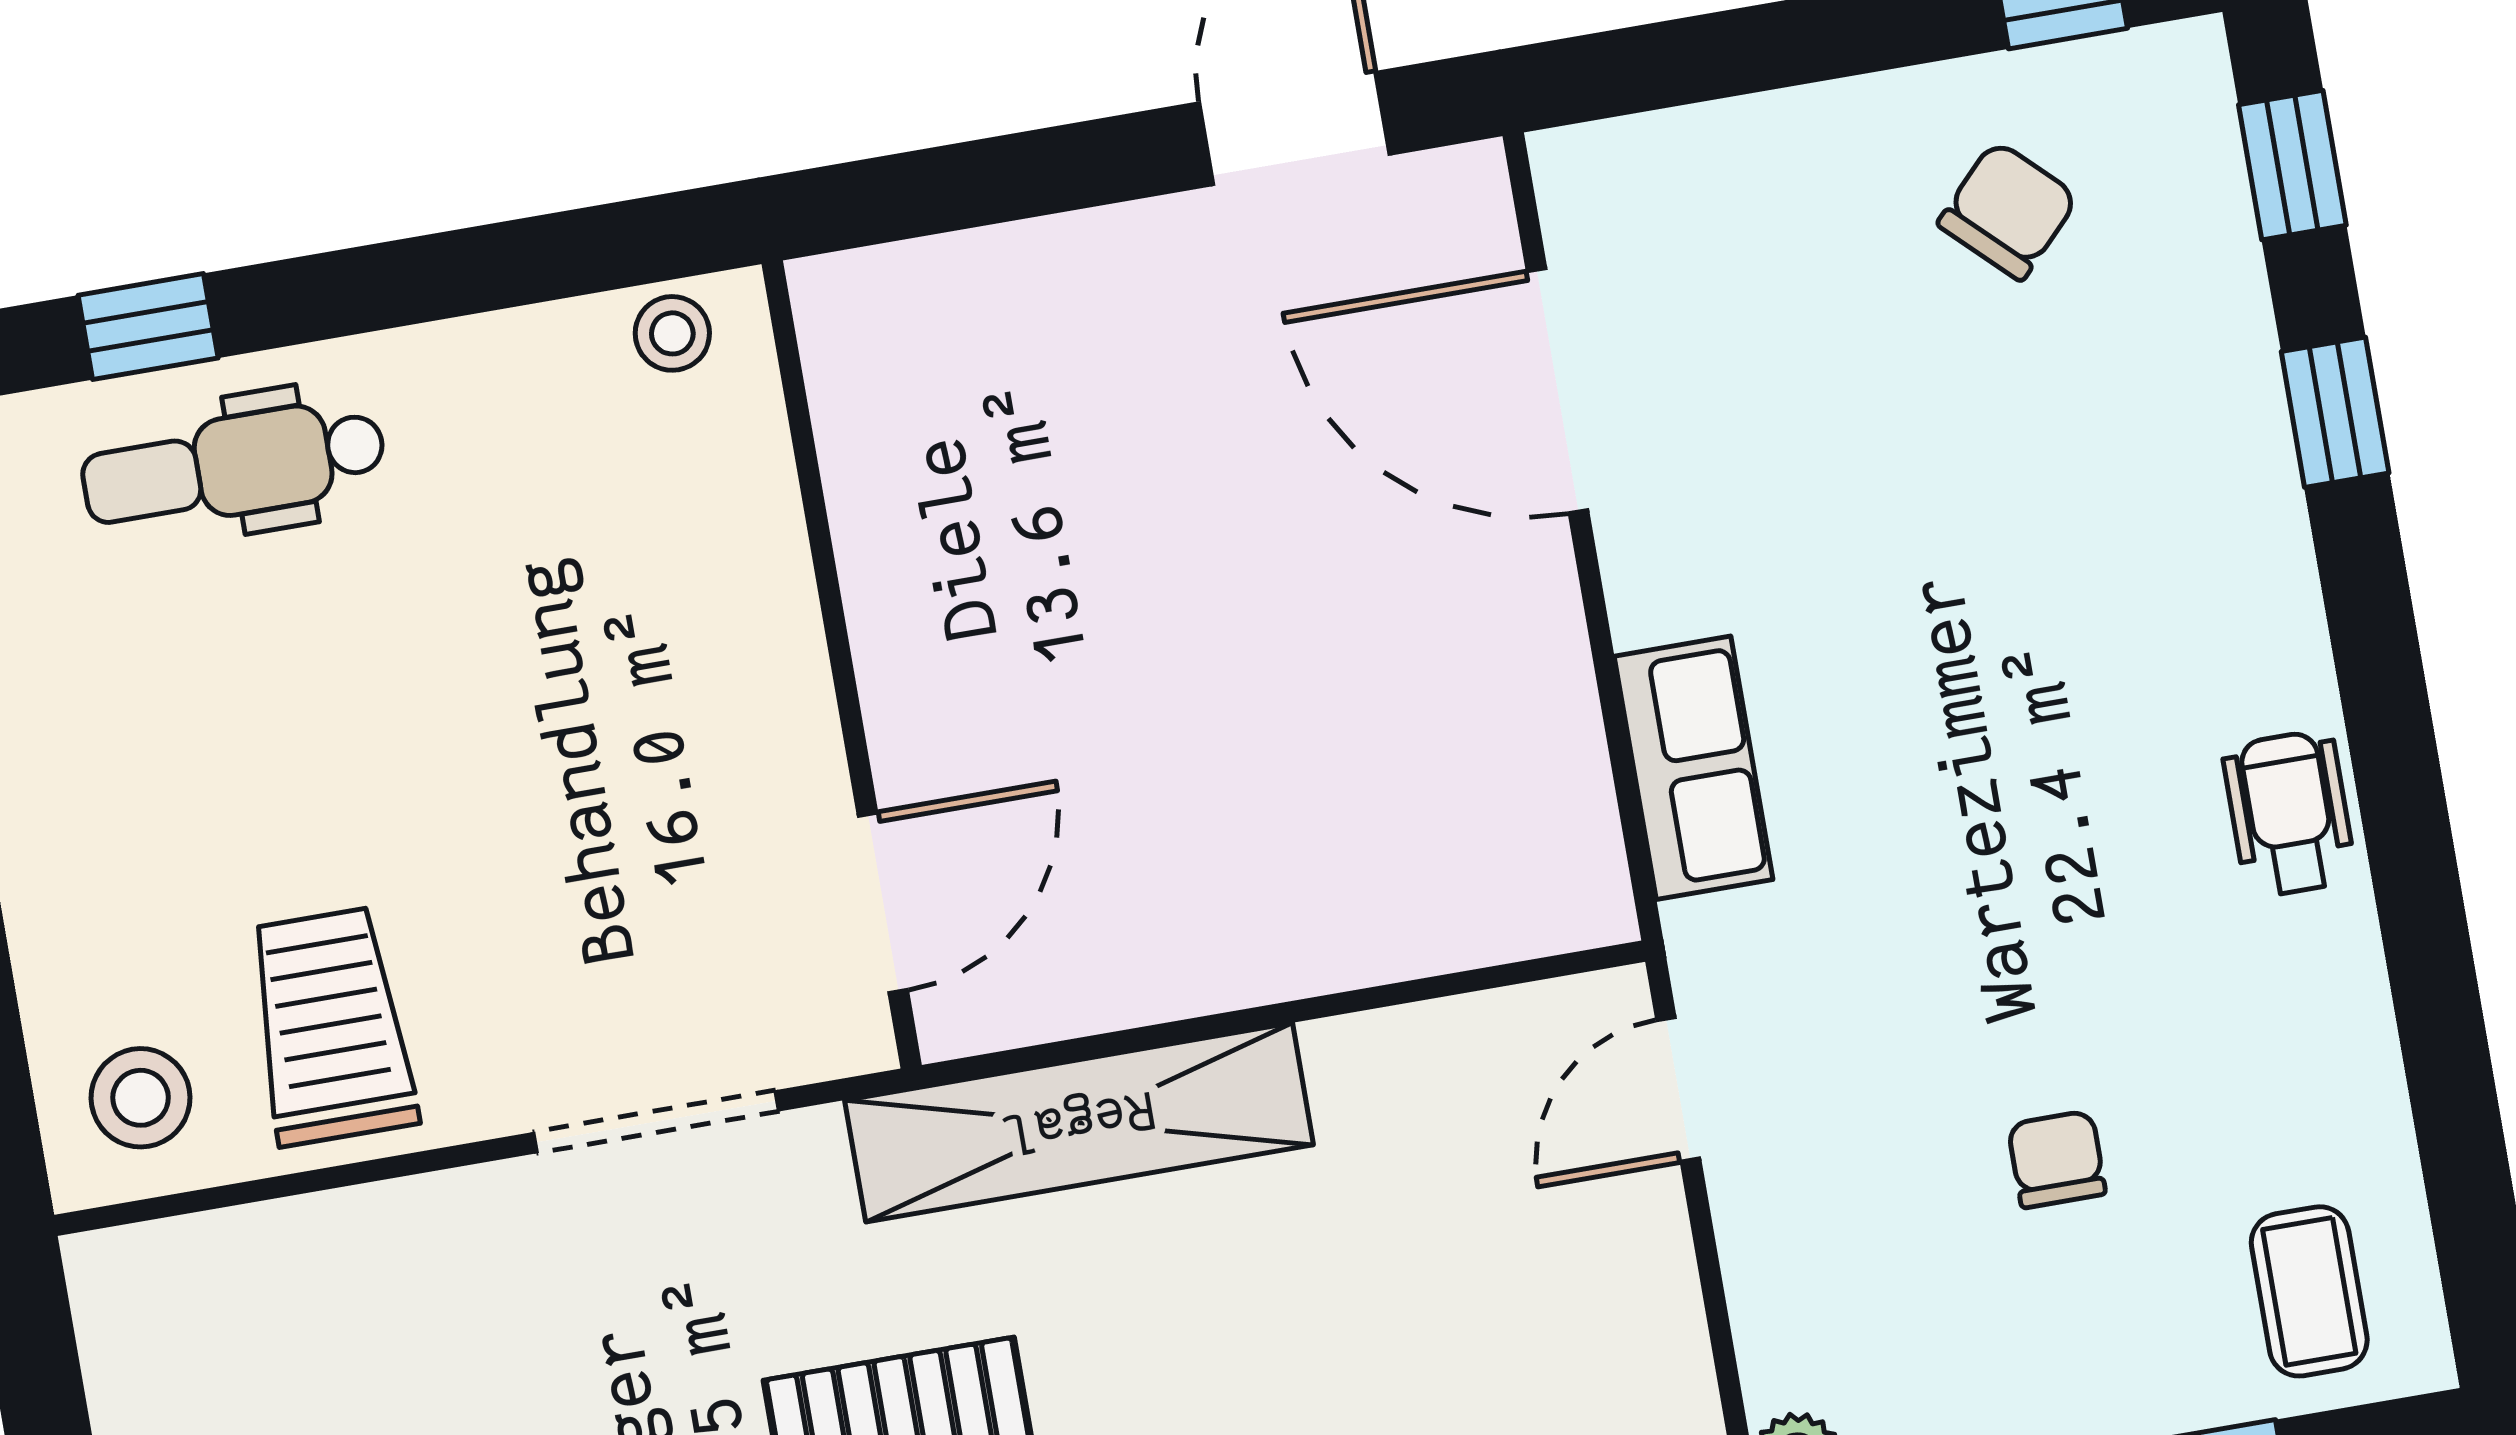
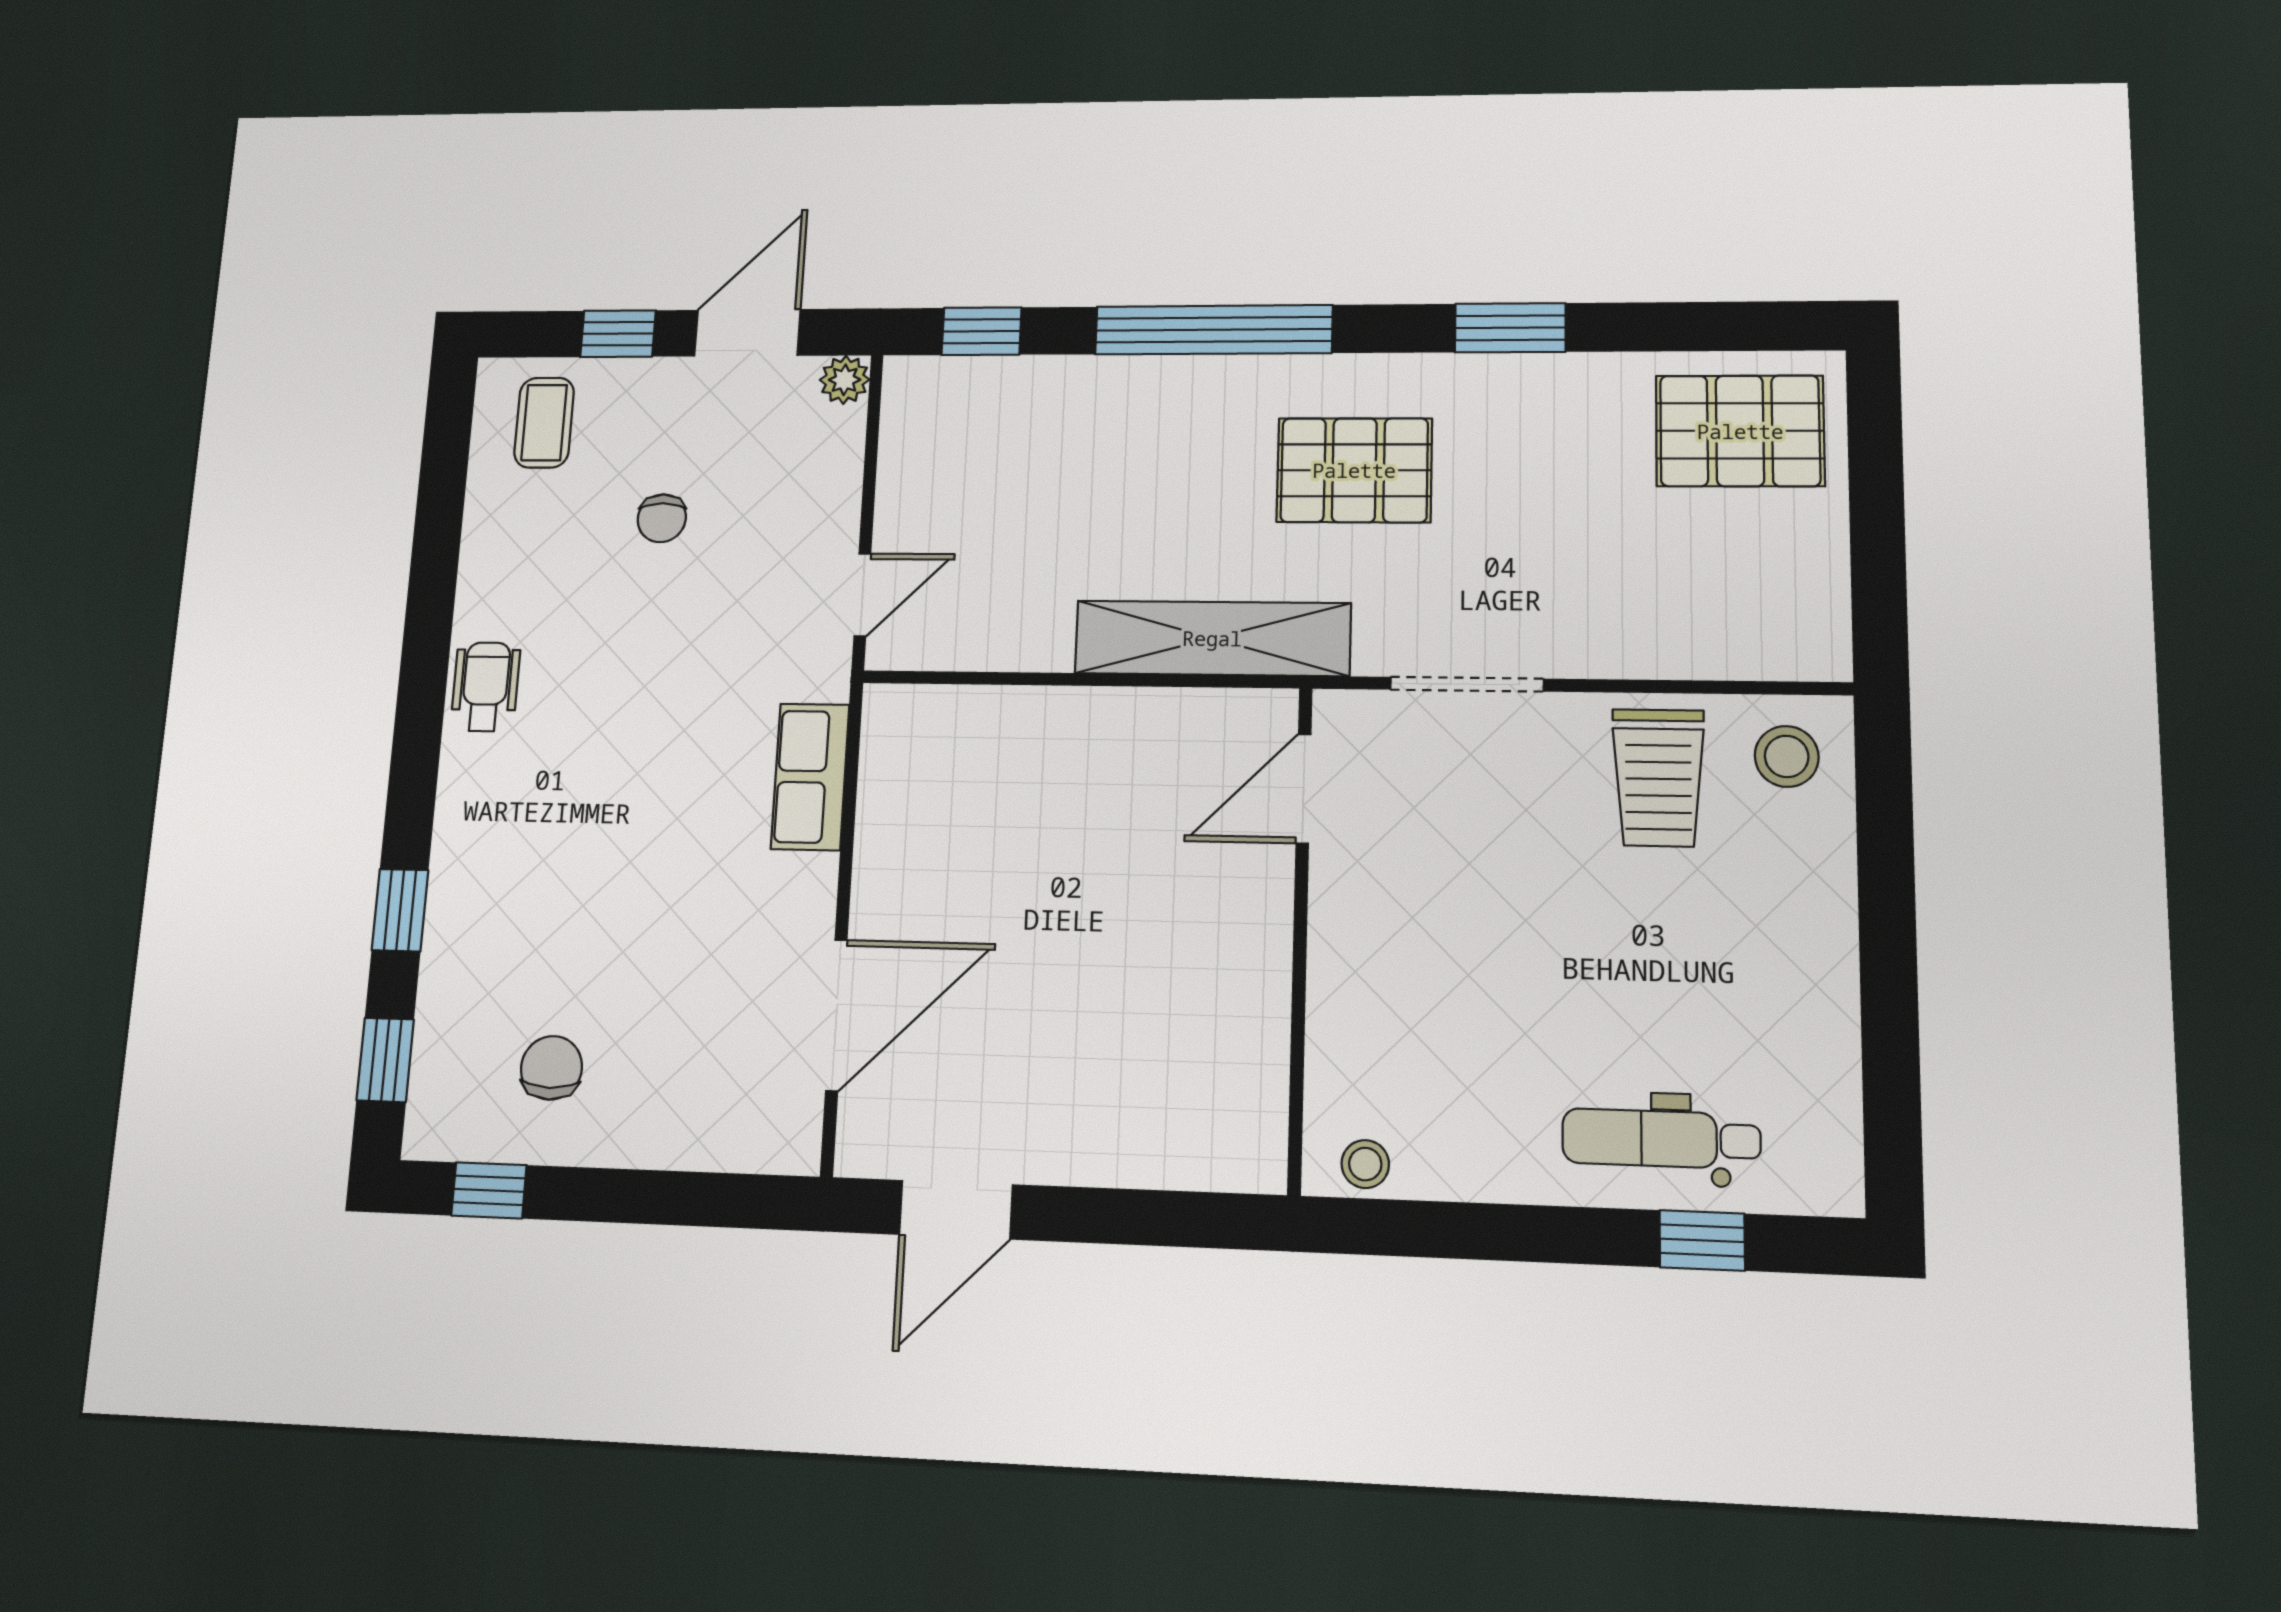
chair: (2008, 211) -> (551, 1068), turned 136
door: (1557, 391) -> (836, 1015), hinge flipped
dental chair: (234, 466) -> (1661, 1139), turned 180
wheelchair: (2289, 814) -> (486, 687), turned 180

